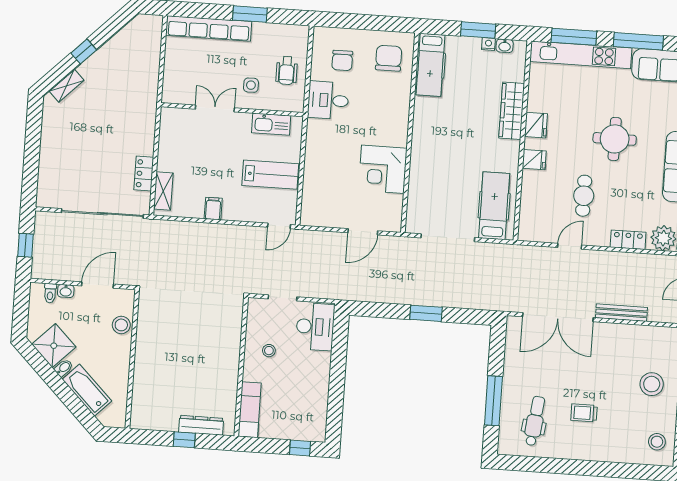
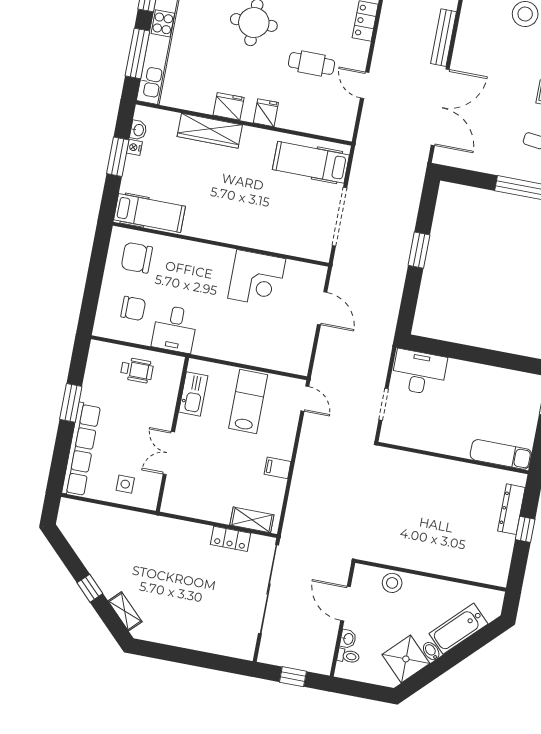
side table: (251, 85) -> (125, 484), moved
stool: (269, 351) -> (439, 426), removed

